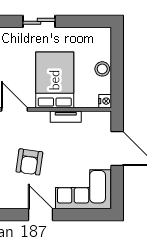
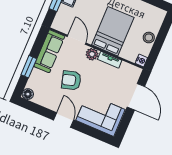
plant: (41, 119) -> (92, 54), added
armchair: (29, 162) -> (71, 80), turned 66

